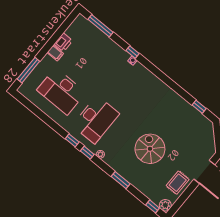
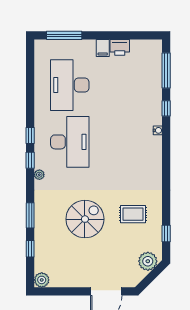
window: (132, 52) -> (166, 108), moved
desk: (96, 120) -> (70, 142), turned -90
plant: (207, 132) -> (148, 261), added
rug: (178, 183) -> (133, 214), moved
window: (153, 206) -> (30, 249), moved

